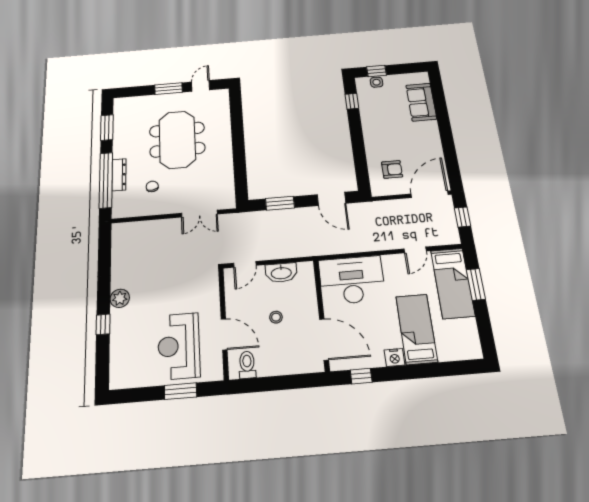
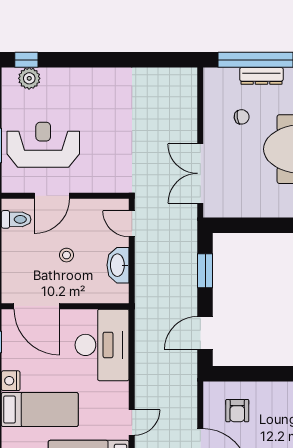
double door: (199, 214) -> (200, 173), width x1.37
door: (415, 250) -> (132, 422), swing flipped
plant: (120, 298) -> (29, 78), moved
window: (103, 324) -> (26, 60), moved
door: (324, 339) -> (37, 306), hinge flipped

